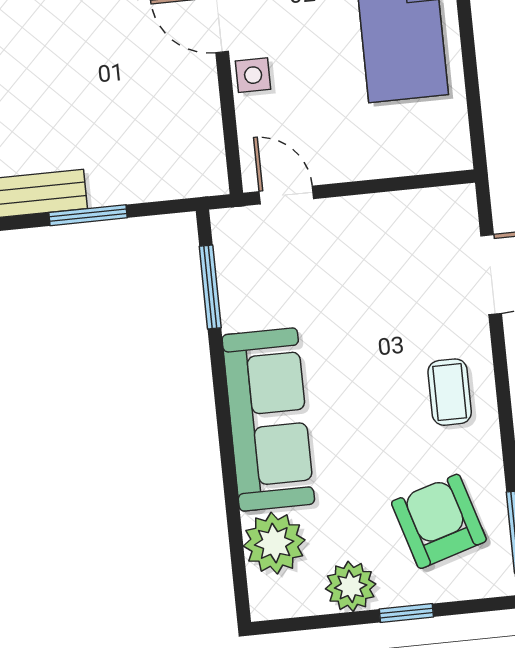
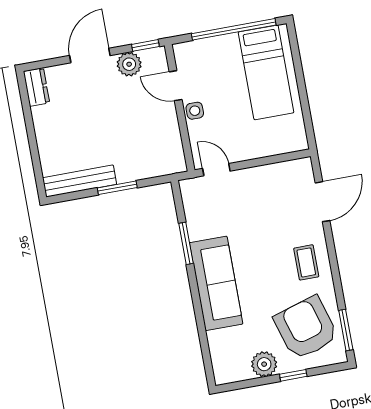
window: (210, 287) -> (186, 243), moved
armchair: (439, 521) -> (306, 328), width x1.36, depth x1.36
plant: (274, 543) -> (224, 345), removed

